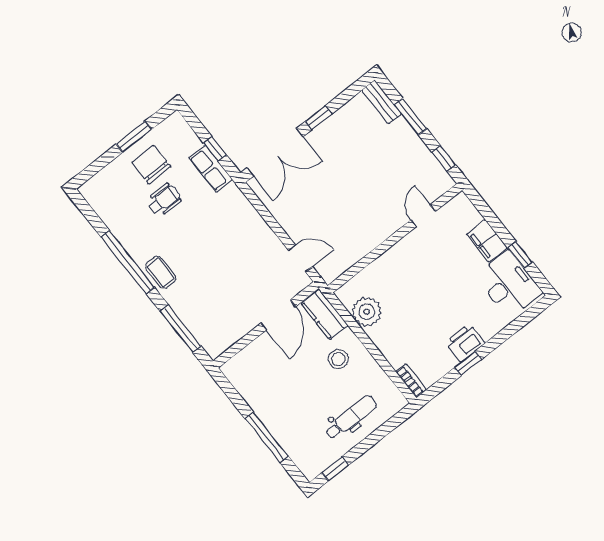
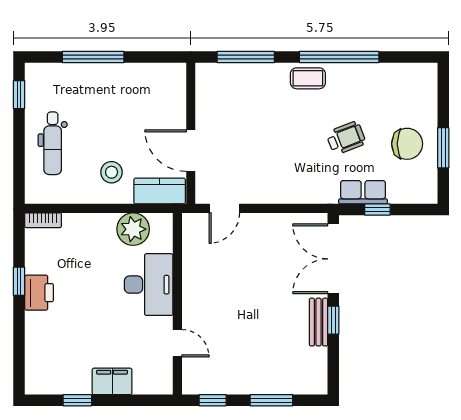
bench: (382, 102) -> (318, 322), moved, turned 90
wheelchair: (164, 200) -> (346, 138), moved, turned -111
desk: (509, 284) -> (149, 285), moved, turned -90

